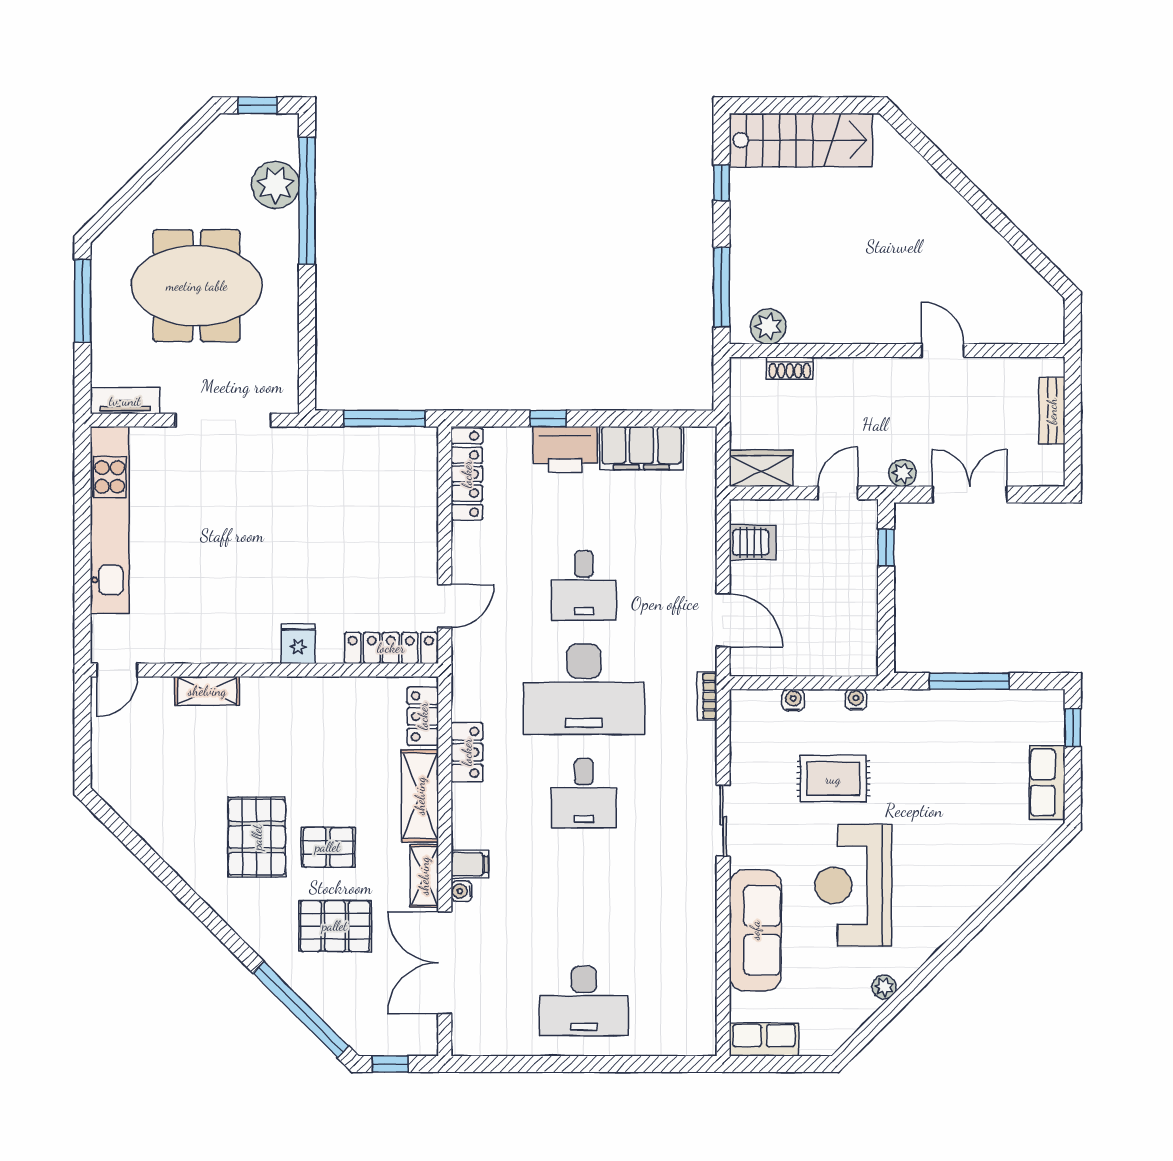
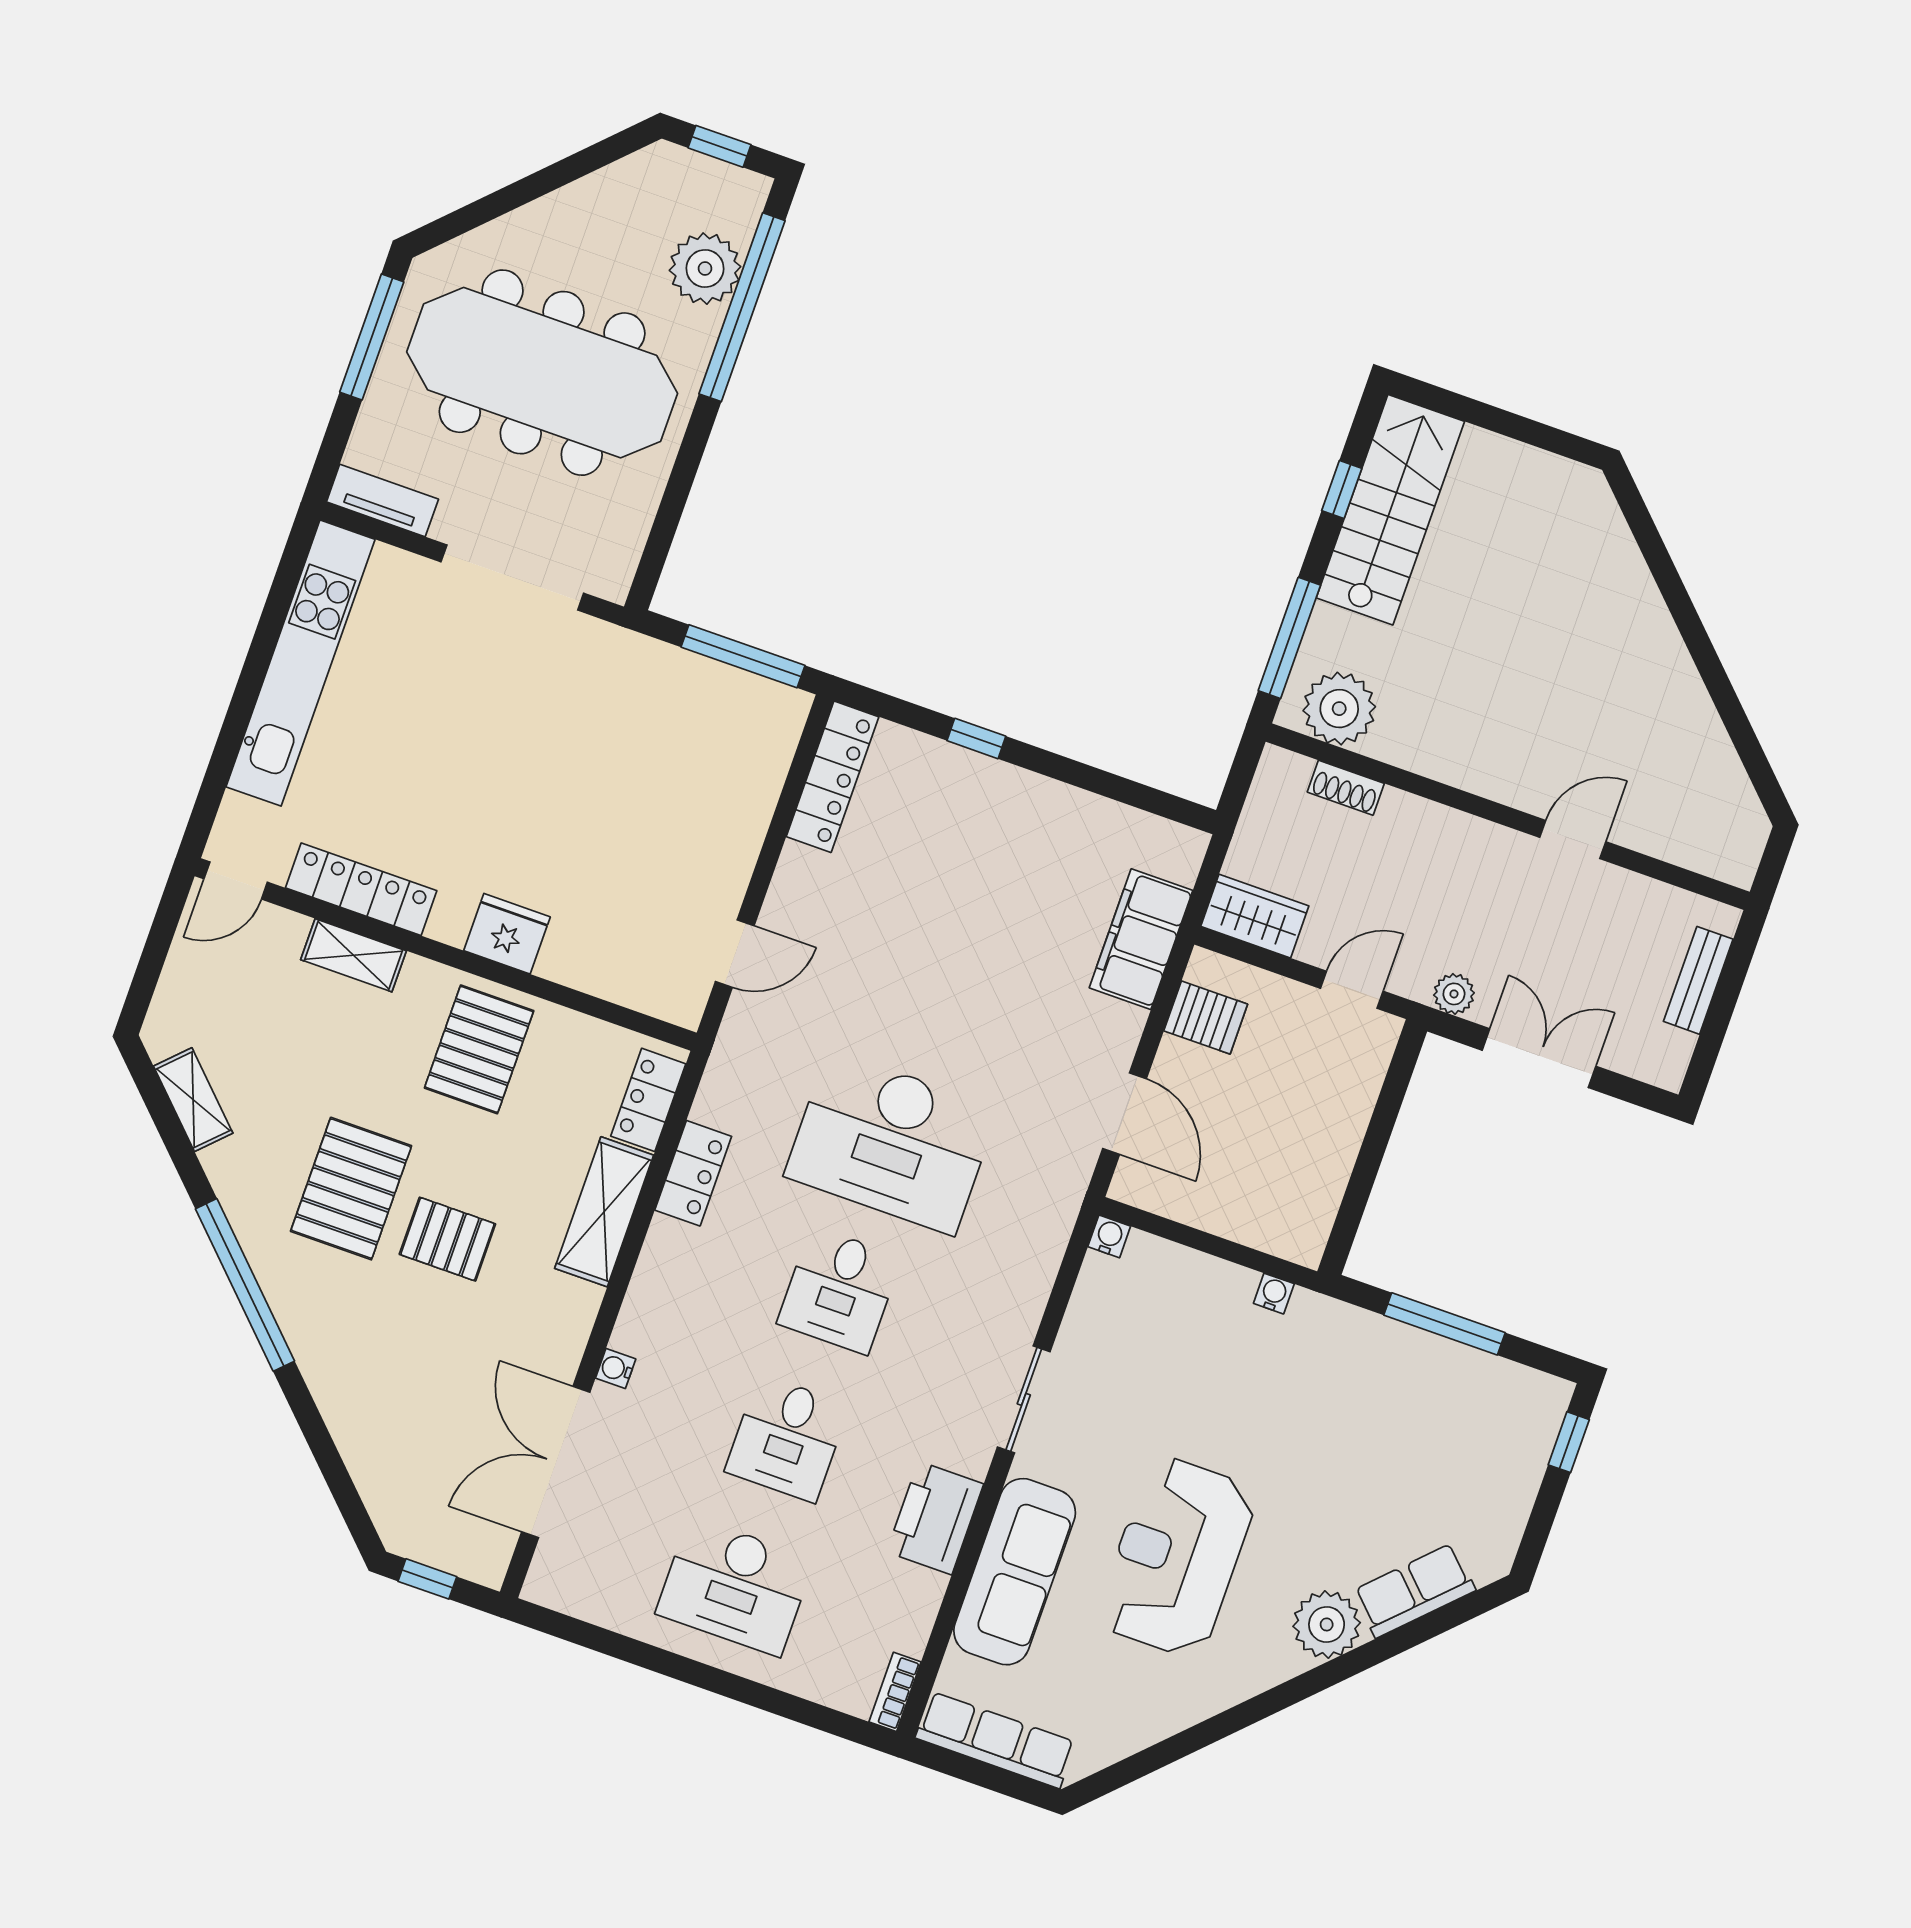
stairs: (801, 140) -> (1390, 510), moved, turned -90
meeting table: (197, 286) -> (542, 373), width x1.36
plant: (768, 327) -> (1339, 709), width x1.36, depth x1.36
door: (943, 351) -> (1573, 840), hinge flipped
filing cabinet: (641, 448) -> (1141, 939), moved, turned 90
printer: (565, 449) -> (935, 1518), moved, turned 90
window: (886, 547) -> (1393, 1092), removed
desk: (584, 585) -> (787, 1438), moved
fridge: (298, 644) -> (507, 934), width x1.38
locker: (391, 648) -> (361, 889), moved
bookcase: (707, 696) -> (895, 1692), moved
water cooler: (793, 700) -> (1109, 1236), moved
rug: (833, 779) -> (1202, 1395), removed
row of seats: (1047, 782) -> (1414, 1590), moved, turned 45
filing cabinet: (470, 864) -> (641, 1334), removed
shelving: (424, 876) -> (193, 1100), moved, turned -45
pallet: (335, 926) -> (479, 1049), moved, turned 90
plant: (884, 987) -> (1327, 1624), moved, width x1.88, depth x1.88
window: (301, 1010) -> (245, 1285), moved
row of seats: (764, 1040) -> (996, 1740), width x1.48

